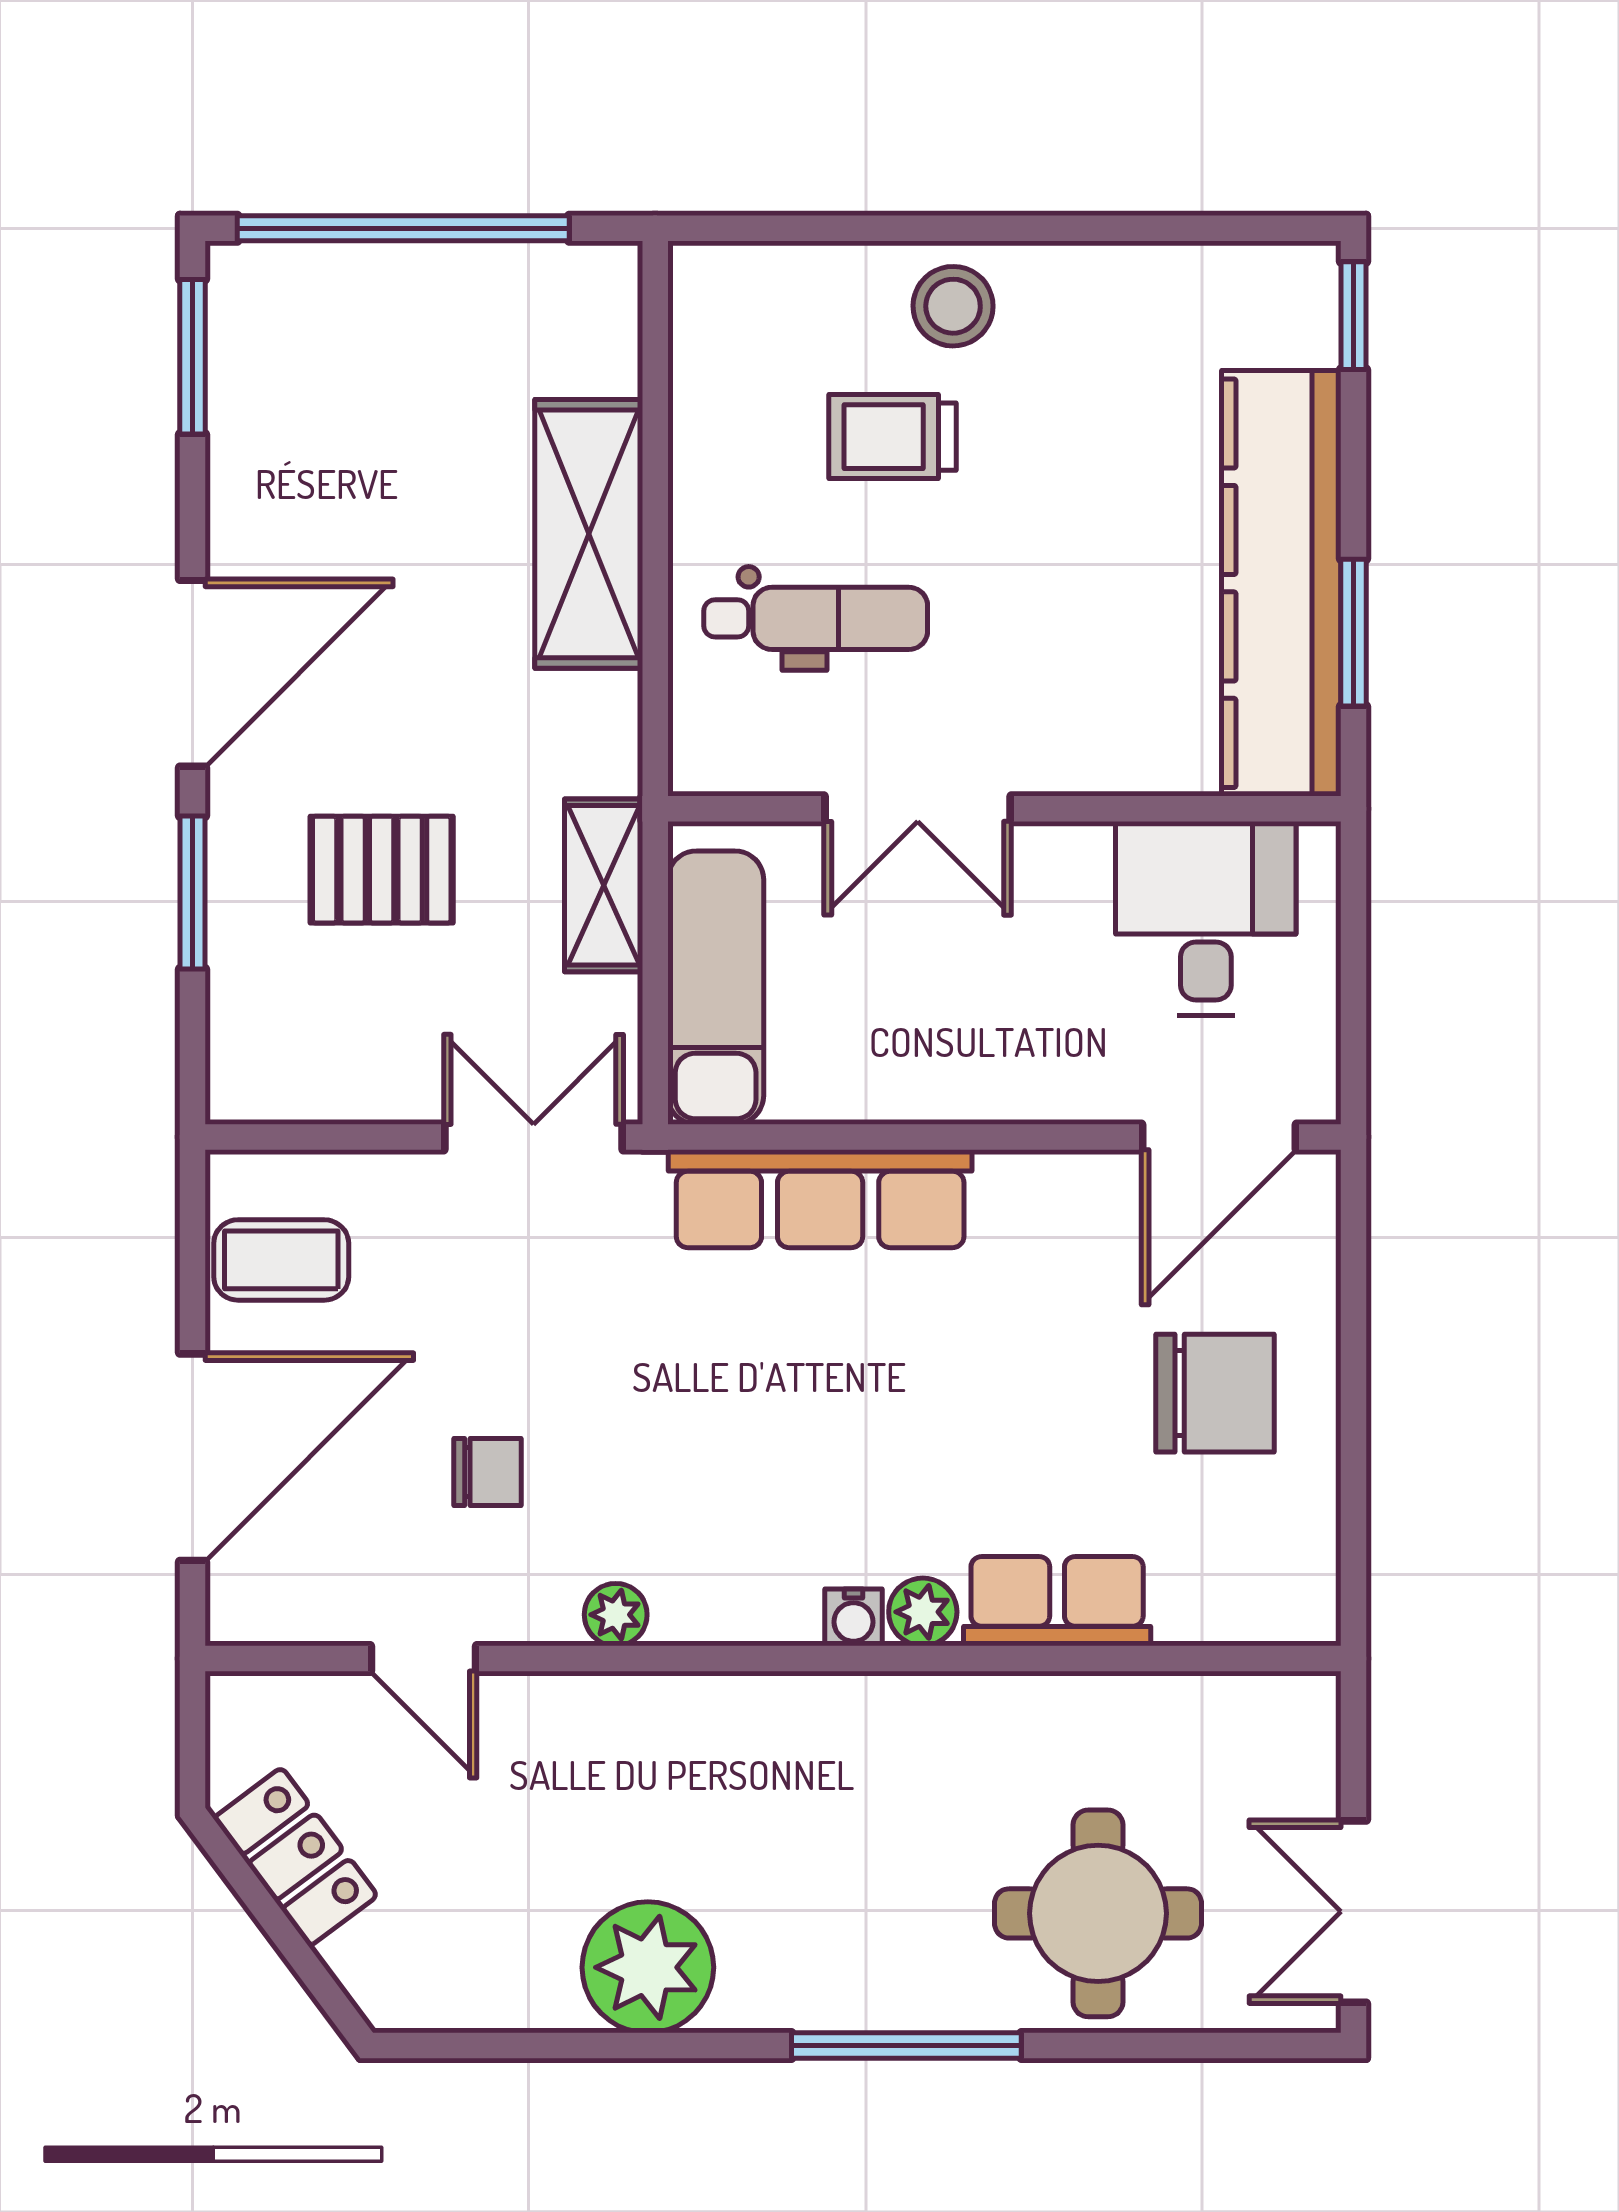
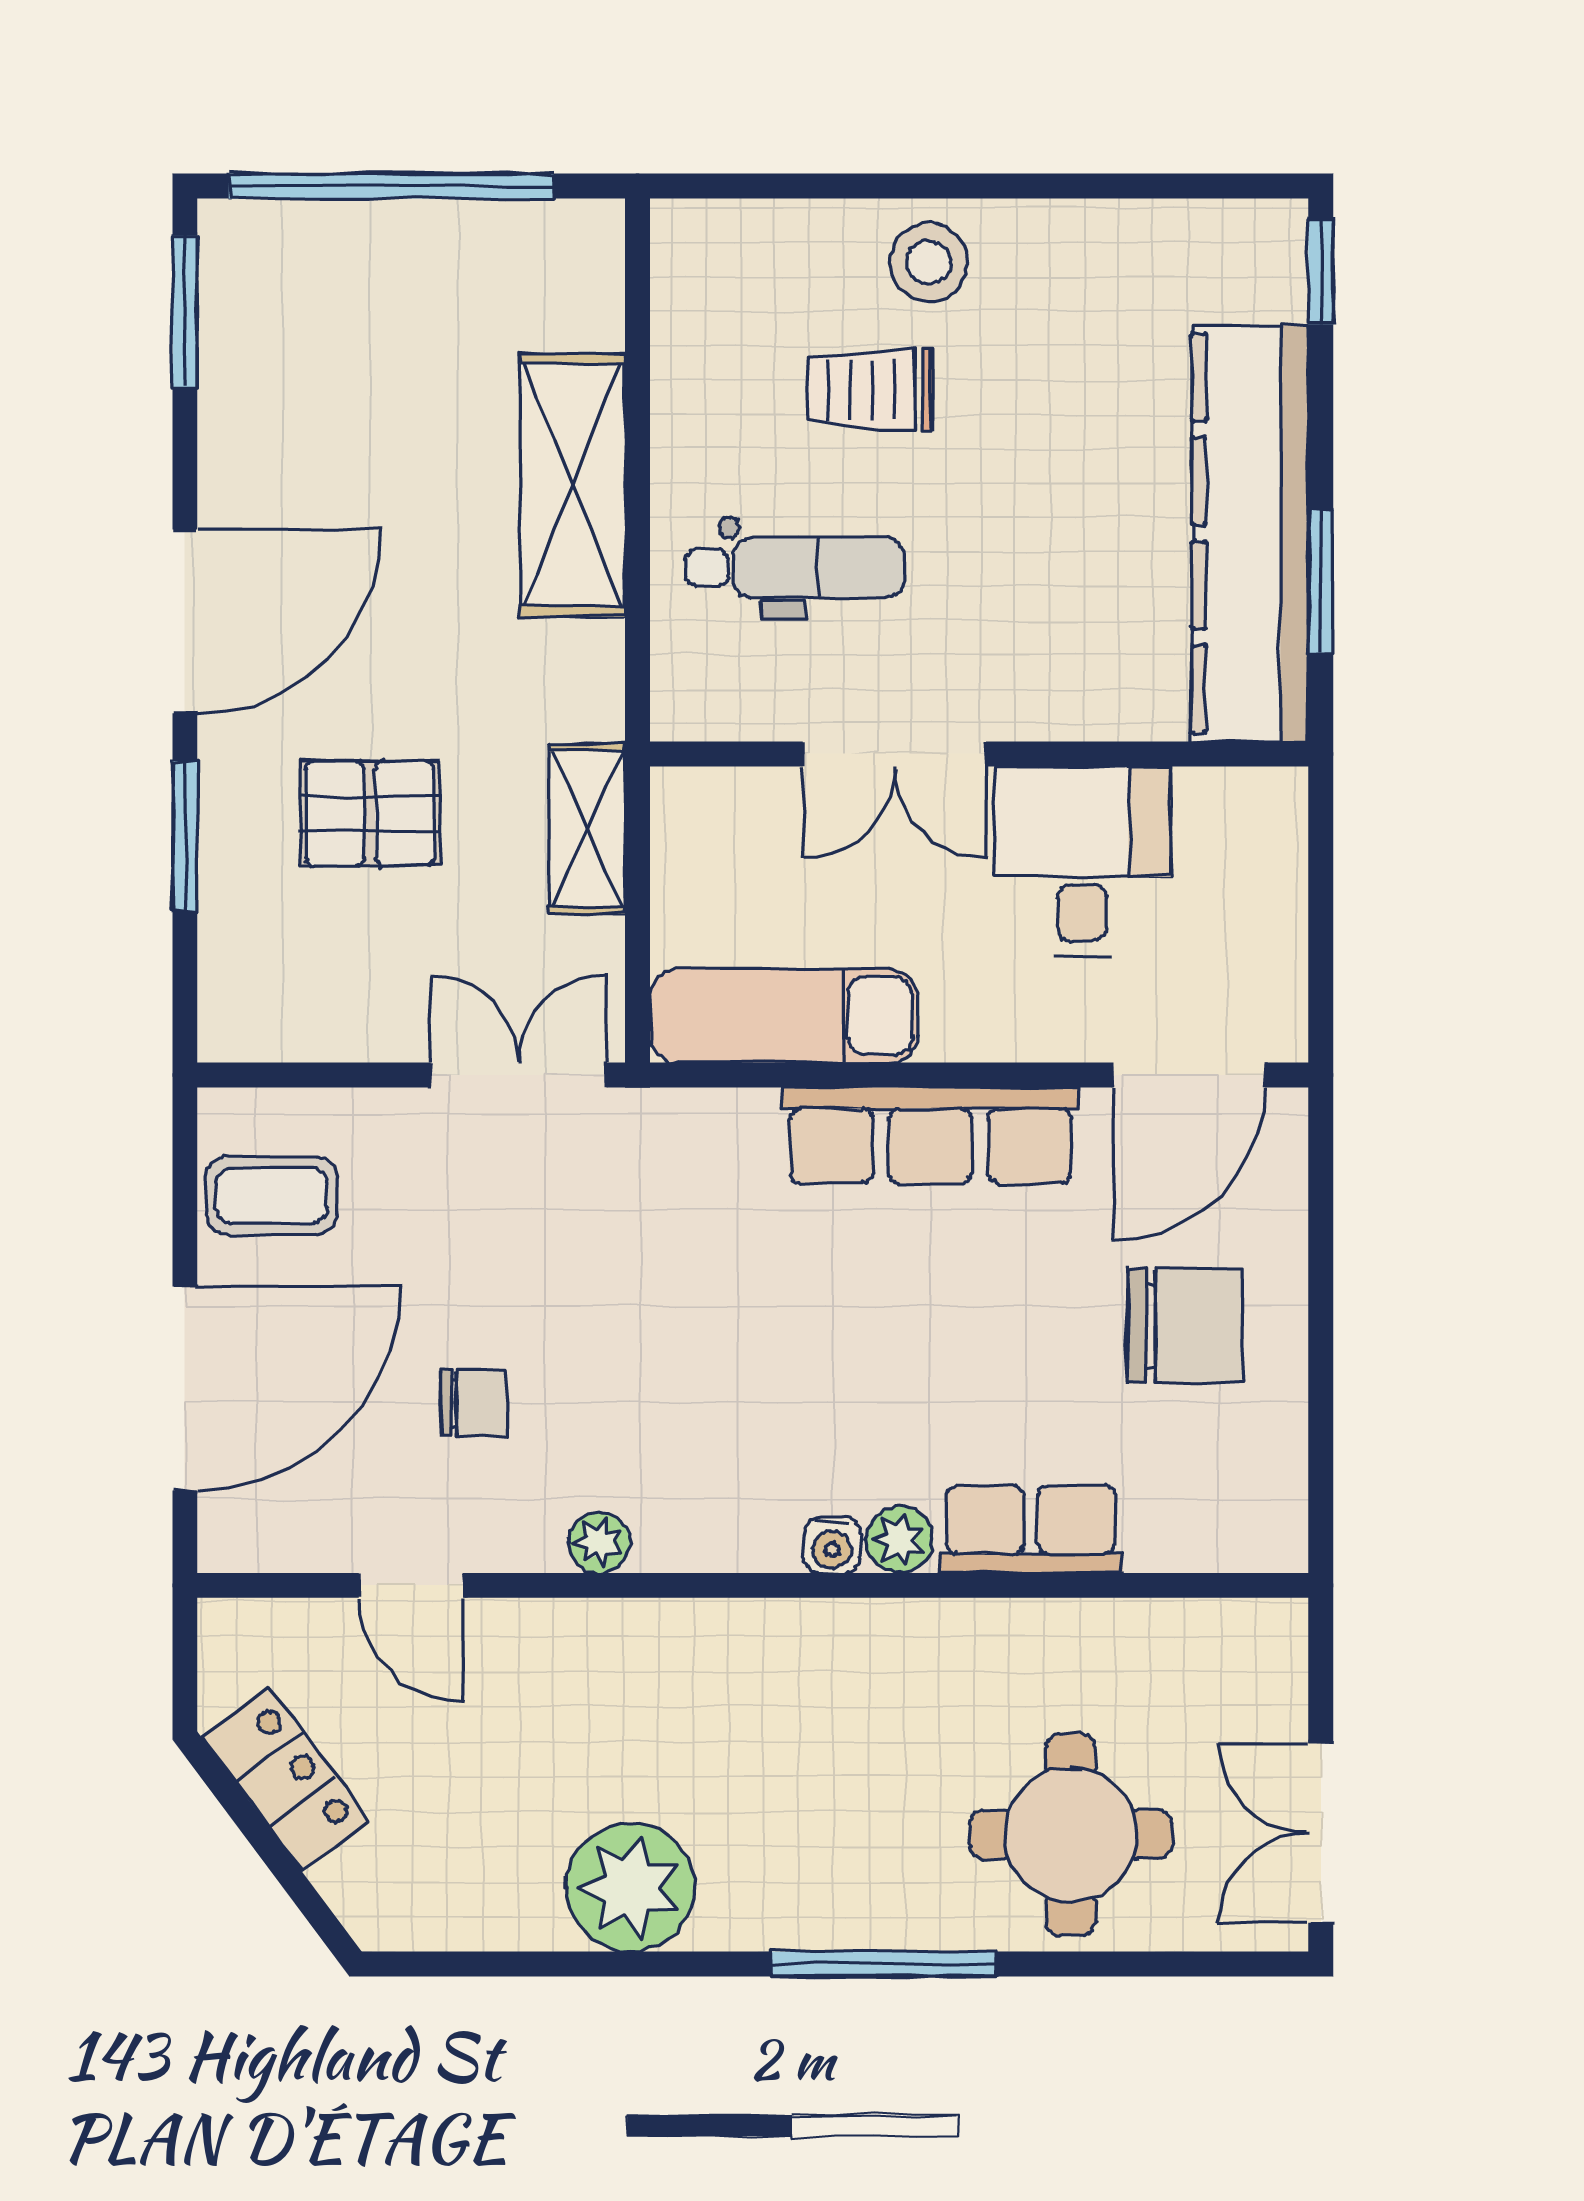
desk: (1206, 919) -> (1082, 861), moved
exam couch: (716, 988) -> (784, 1016), moved, turned -90
row of seats: (820, 1199) -> (931, 1135), moved

